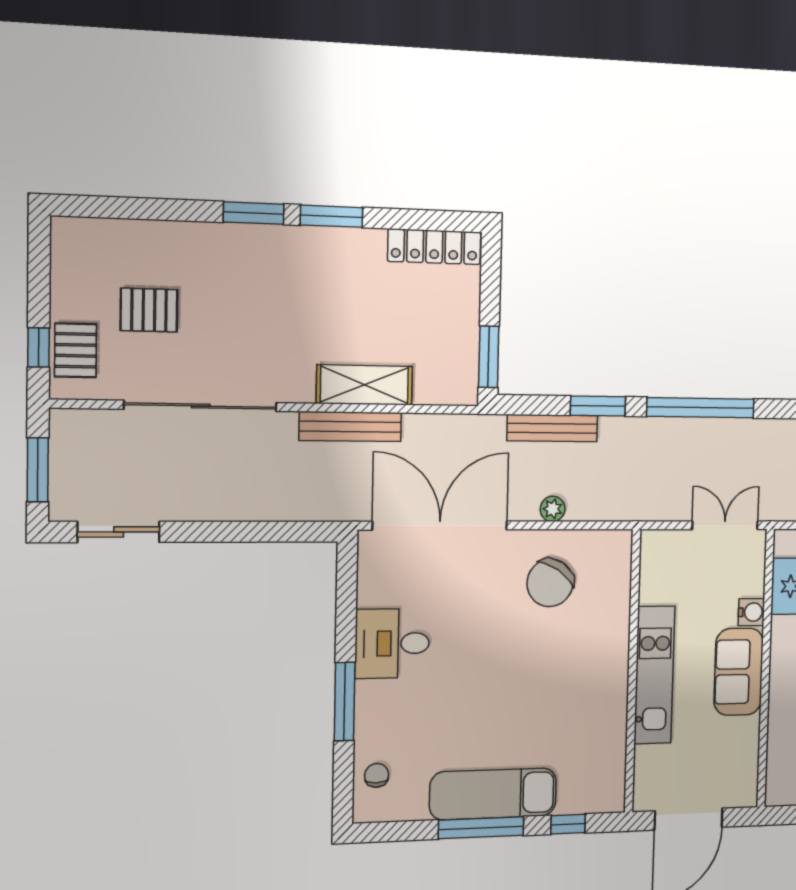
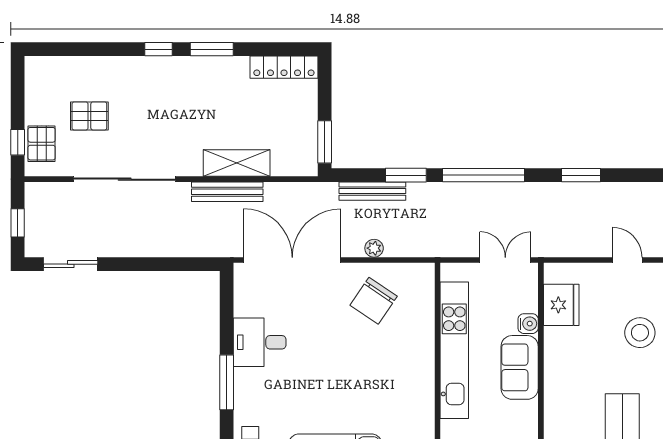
window: (254, 213) -> (158, 49), width x0.67
window: (38, 470) -> (18, 223), width x0.67
kitchen unit: (654, 675) -> (454, 350), width x1.36

